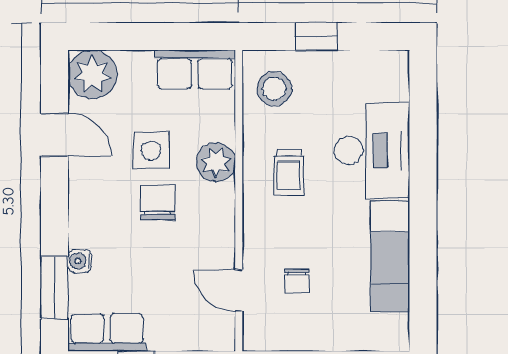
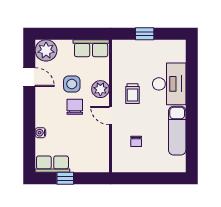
stool: (274, 89) -> (126, 57), removed
window: (55, 288) -> (29, 144), removed
door: (239, 291) -> (110, 116), moved

